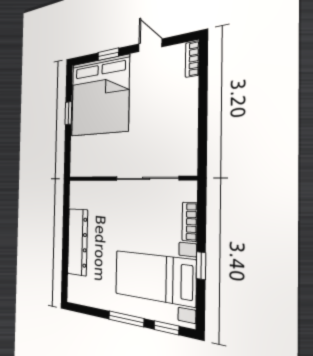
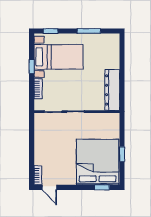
door: (150, 45) -> (49, 187), moved
window: (108, 54) -> (102, 187), moved
dresser: (78, 242) -> (112, 90), moved
window: (126, 319) -> (89, 31), moved

